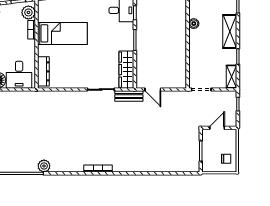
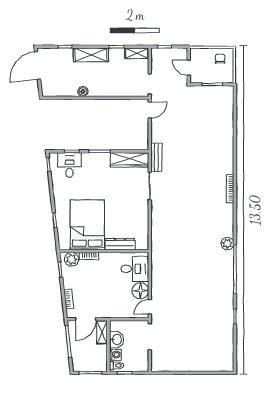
bed: (62, 33) -> (87, 225), width x1.50
dresser: (43, 71) -> (120, 244), moved
door: (153, 89) -> (150, 110), moved

